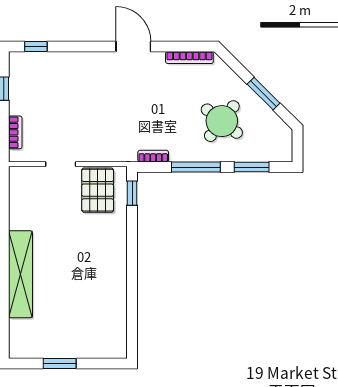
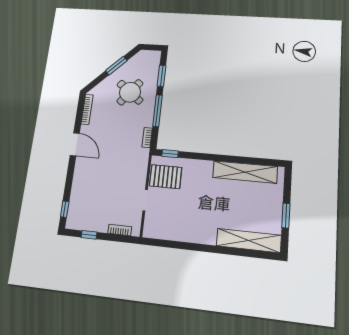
door: (133, 46) -> (75, 144), swing flipped
shelving: (20, 274) -> (249, 241), moved
shelving: (115, 304) -> (245, 172), added

